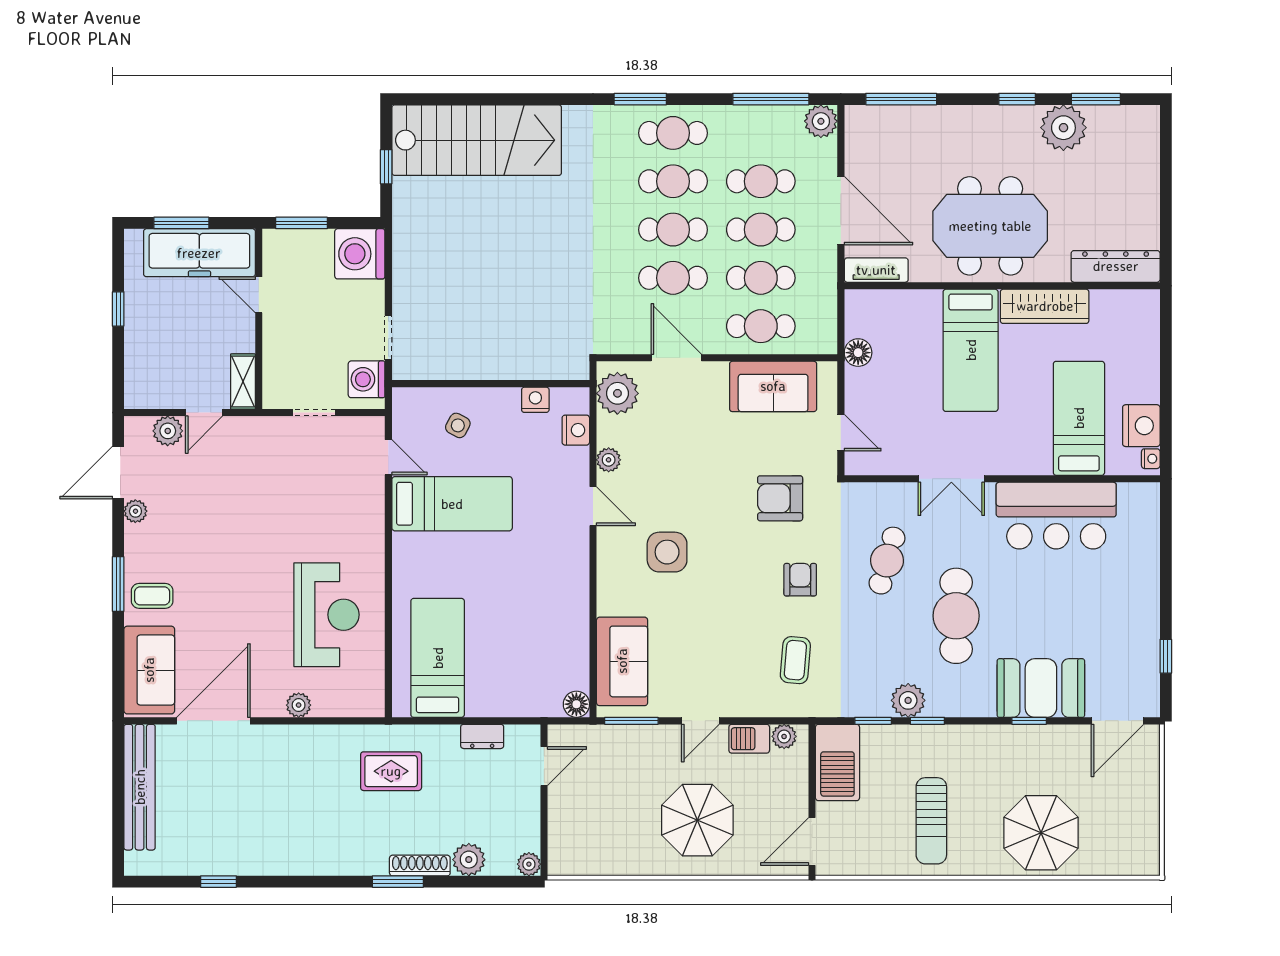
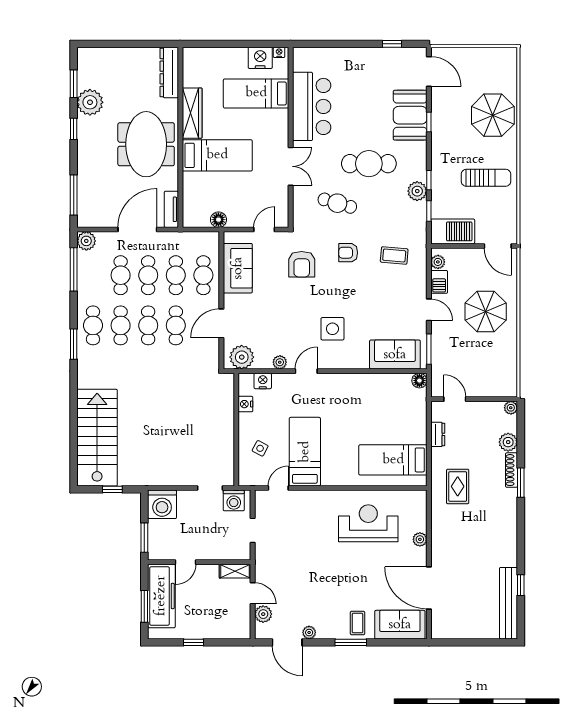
bench: (140, 787) -> (509, 603), moved, turned 90

